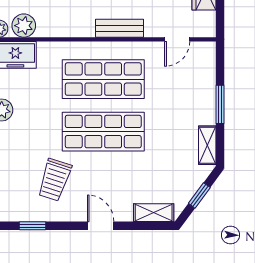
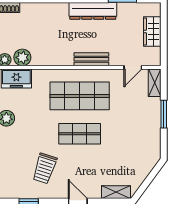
shop shelf: (103, 132) -> (80, 134), width x0.70, depth x0.74
shelving: (207, 145) -> (155, 83), moved
window: (199, 195) -> (149, 180), removed

